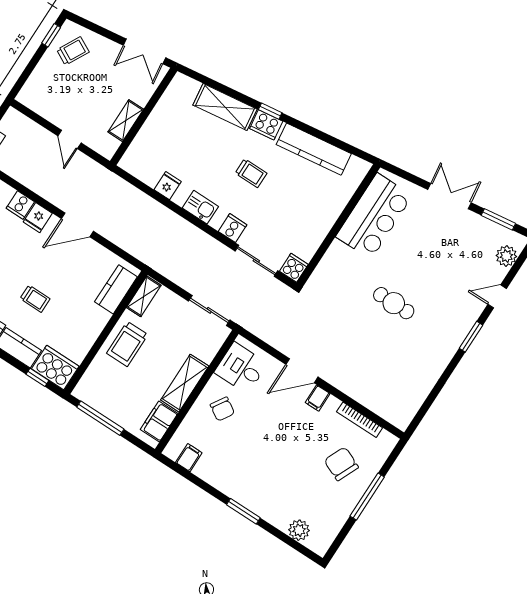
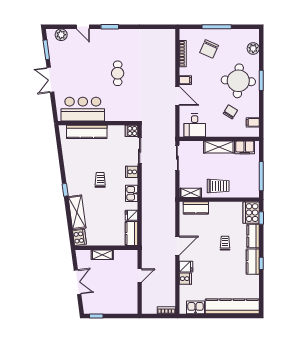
trolley: (73, 51) -> (97, 301), removed
double door: (145, 51) -> (77, 282), moved
shelving: (126, 121) -> (102, 255), moved
cooker: (266, 125) -> (79, 237), moved
kitchen counter: (314, 149) -> (87, 132), moved, turned 98
kitchen counter: (140, 168) -> (131, 234), added
door: (77, 225) -> (177, 246), hinge flipped
chair: (222, 409) -> (230, 112), moved
round table: (265, 477) -> (238, 81), added

